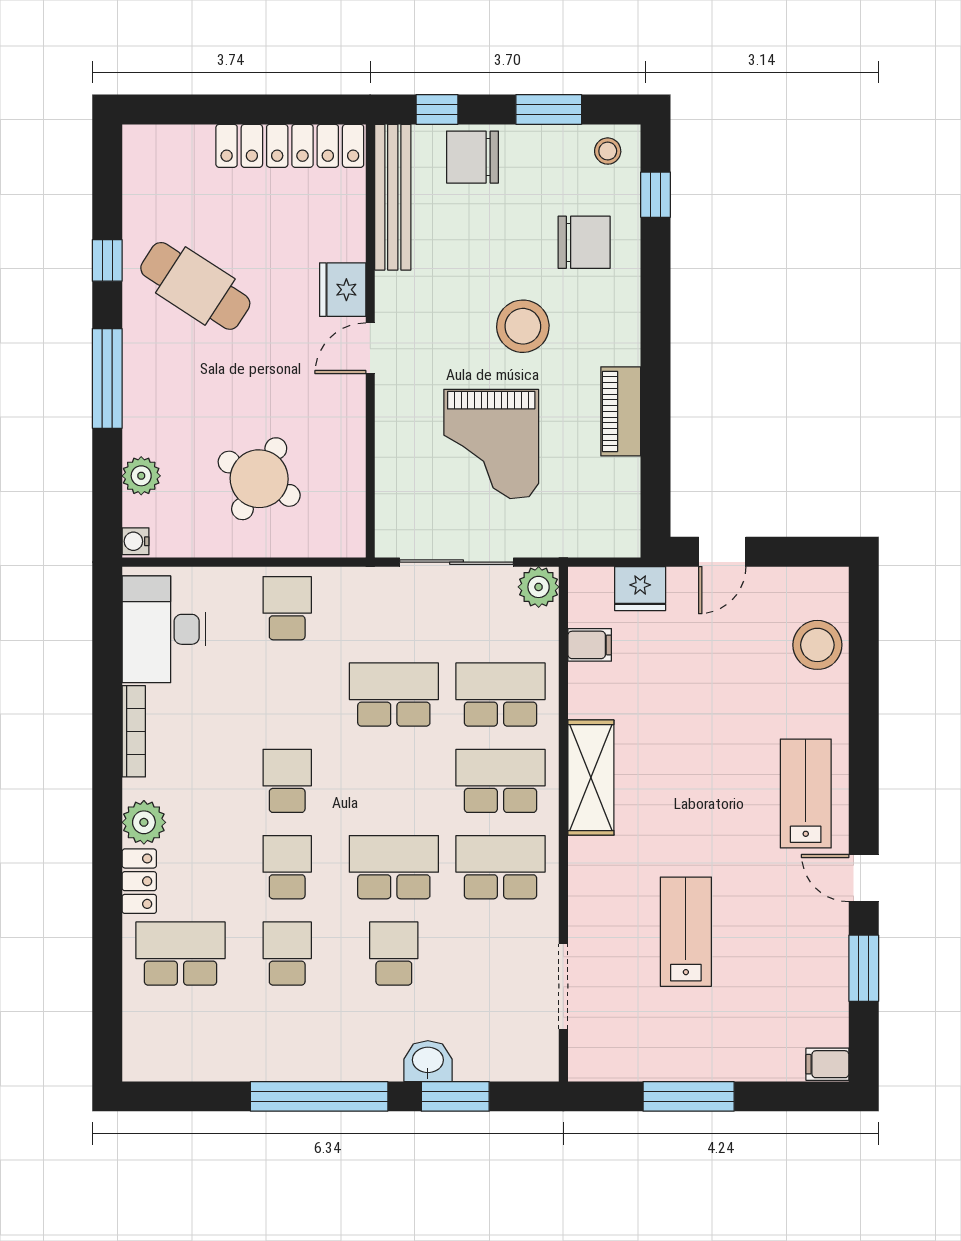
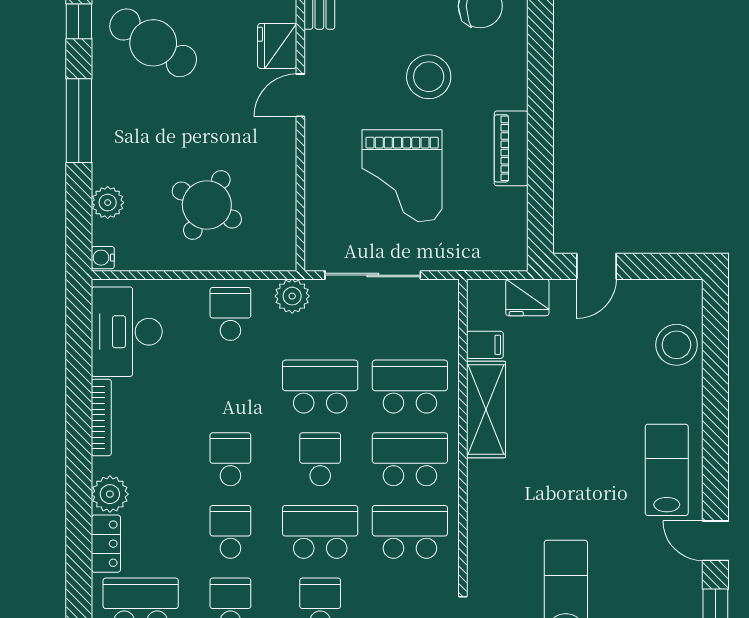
plant: (539, 587) -> (292, 296), moved
shelving: (591, 778) -> (486, 410), moved
school desk: (394, 781) -> (320, 459), added

